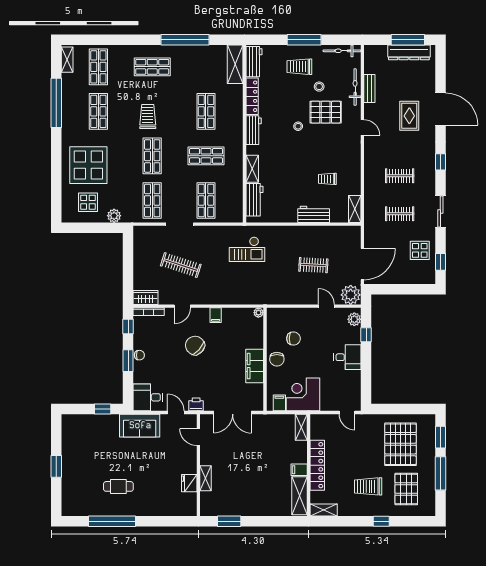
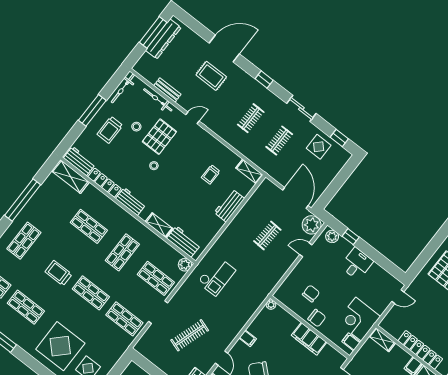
plant: (114, 216) -> (185, 265), moved

